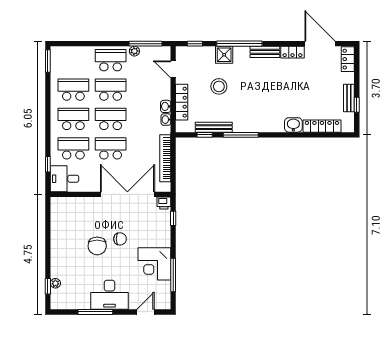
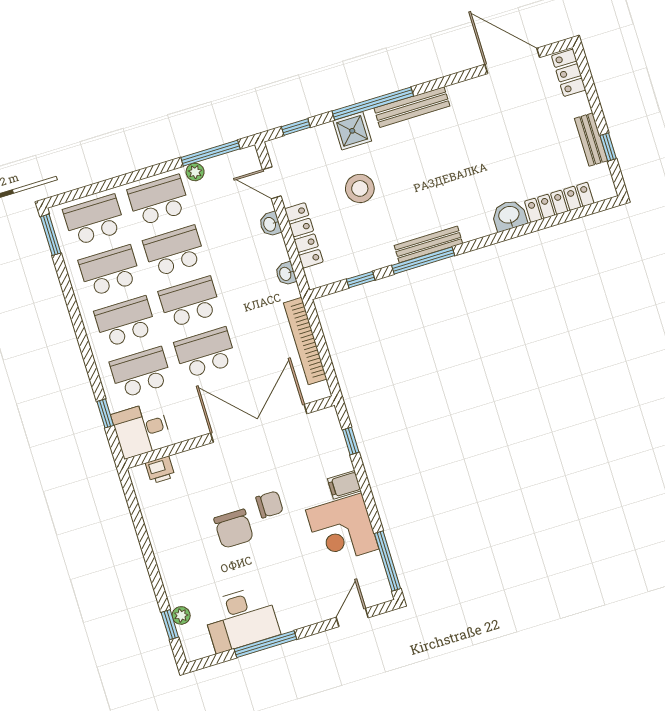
bench: (265, 52) -> (412, 107), width x1.36
locker: (292, 52) -> (469, 90), removed
school desk: (73, 60) -> (94, 220), added
washbasin: (166, 106) -> (270, 224), moved
bench: (214, 127) -> (428, 244), moved
printer: (164, 203) -> (160, 470), moved
filing cabinet: (163, 241) -> (344, 485), added
window: (173, 275) -> (387, 561), moved
desk: (110, 295) -> (241, 619), moved

